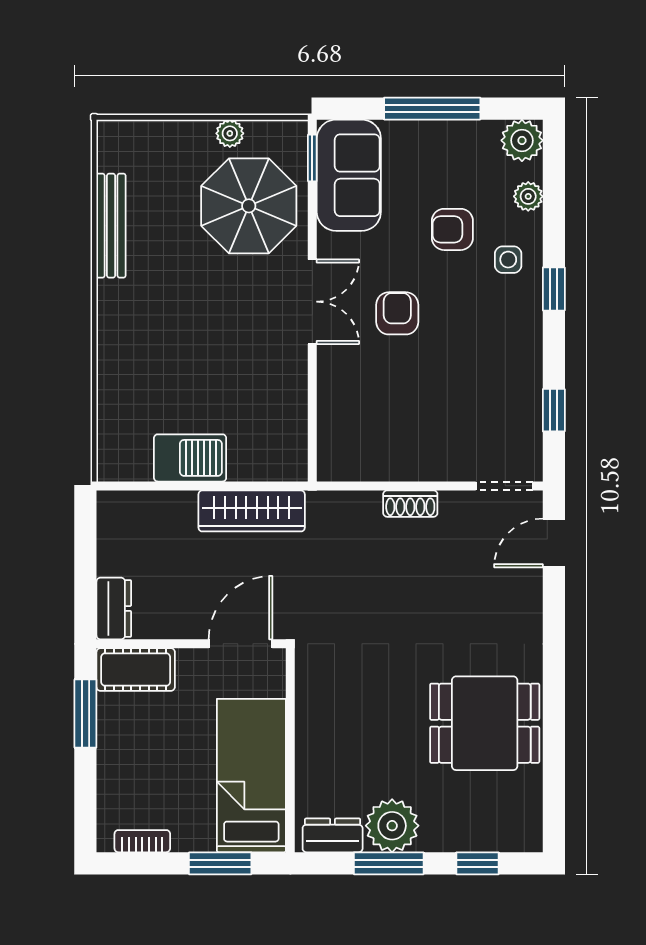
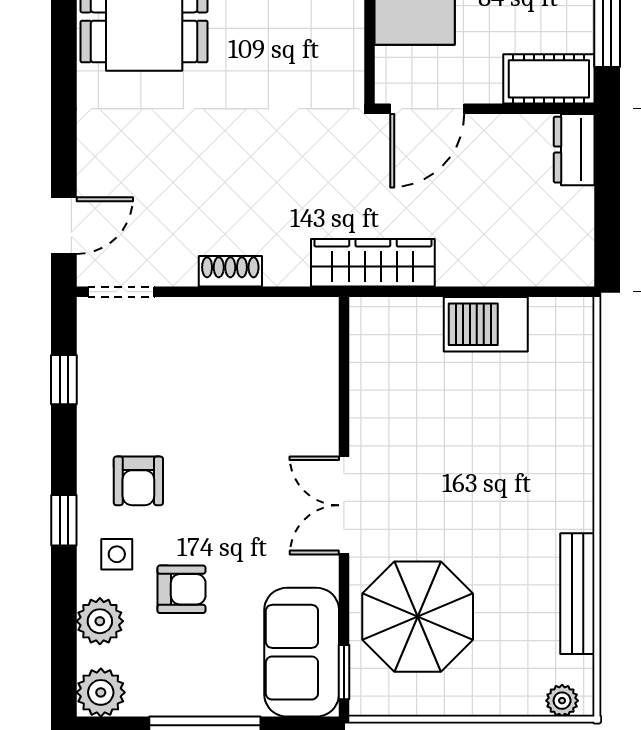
plant: (230, 133) -> (562, 701), moved
plant: (528, 196) -> (100, 621), width x1.38, depth x1.38
armchair: (397, 313) -> (138, 481), moved
wardrobe: (252, 511) -> (373, 263), moved

